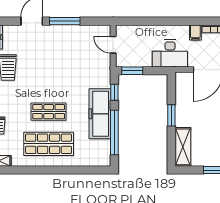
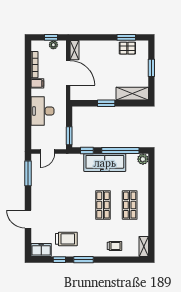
window: (65, 21) -> (28, 173), moved
desk: (170, 53) -> (42, 111), moved, turned 180
shop shelf: (49, 144) -> (130, 205), width x0.70, depth x0.74
plant: (104, 160) -> (143, 159), added

